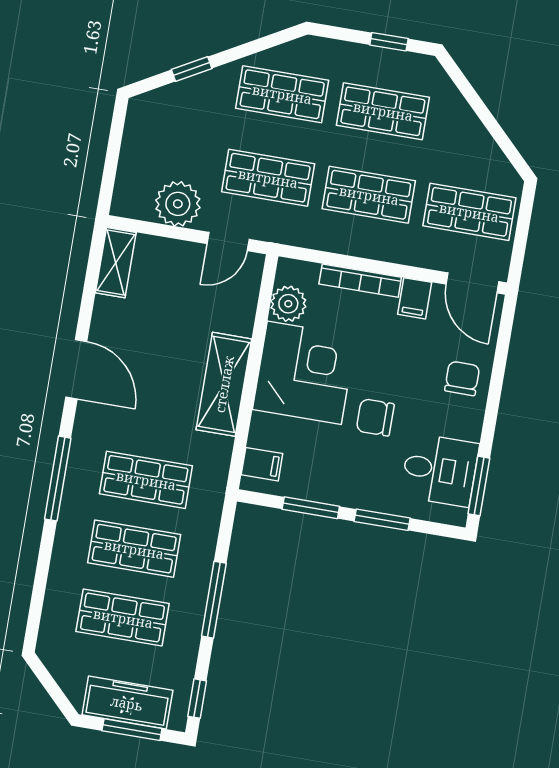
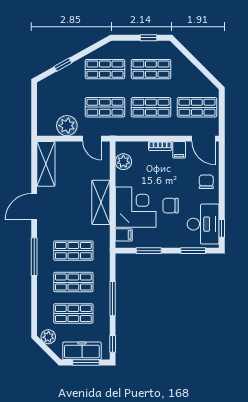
door: (228, 242) -> (92, 139), hinge flipped
shelving: (116, 263) -> (46, 164), width x1.50, depth x1.33
bookcase: (360, 281) -> (160, 146), width x0.64
door: (76, 369) -> (34, 207), swing flipped
corner desk: (304, 373) -> (136, 207), moved
desk: (440, 470) -> (203, 224), width x1.37
window: (479, 486) -> (222, 228), width x0.67
window: (382, 520) -> (193, 251), moved
plant: (59, 659) -> (48, 337), added

